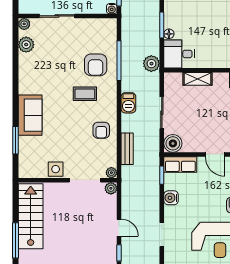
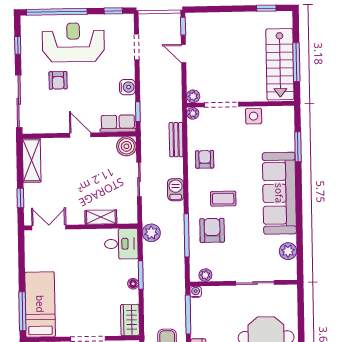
plant: (24, 24) -> (205, 275), moved
floor lamp: (169, 34) -> (133, 284), moved
sofa: (30, 115) -> (279, 193), width x1.85, depth x1.27
window: (15, 240) -> (296, 62), moved

